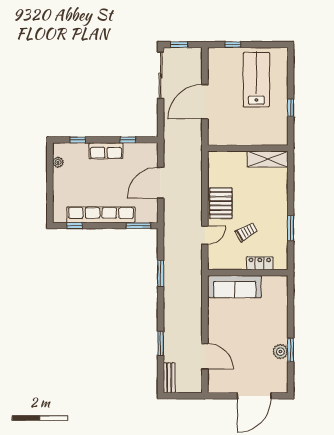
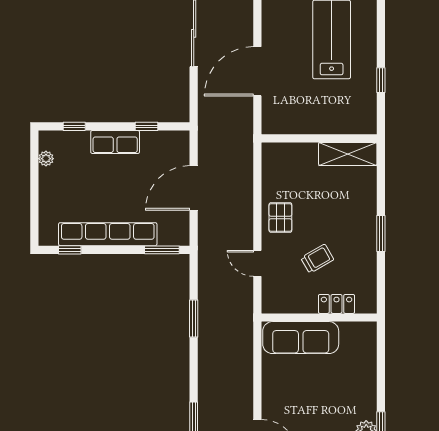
pallet: (221, 203) -> (280, 217), width x0.67, depth x0.71
window: (291, 228) -> (381, 233), moved
door: (205, 235) -> (257, 263), swing flipped

